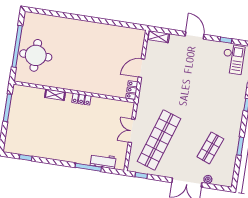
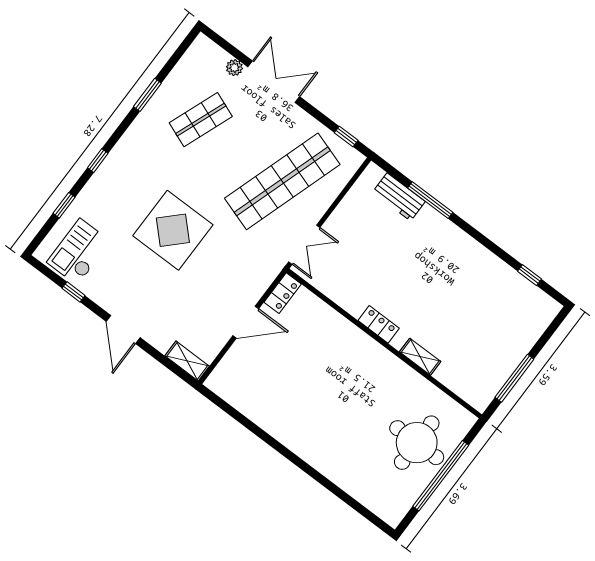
display table: (196, 92) -> (173, 230), added
double door: (132, 131) -> (304, 245), moved

